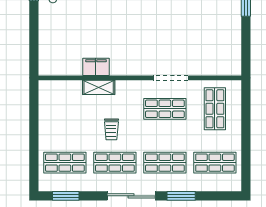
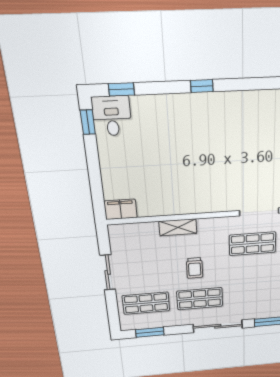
filing cabinet: (96, 67) -> (121, 209), moved
sliding door: (34, 127) -> (108, 272), added
shop shelf: (165, 163) -> (252, 294), removed

